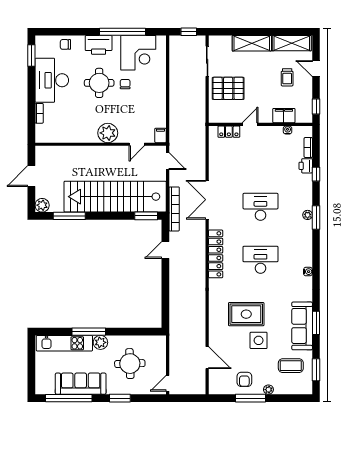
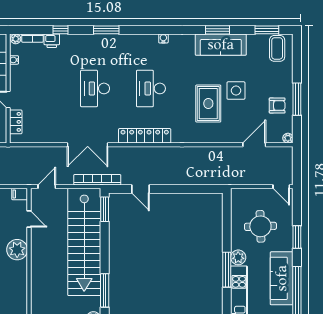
plant: (308, 215) -> (16, 39), moved
coffee table: (291, 366) -> (277, 48), moved
plant: (268, 390) -> (288, 138), moved

